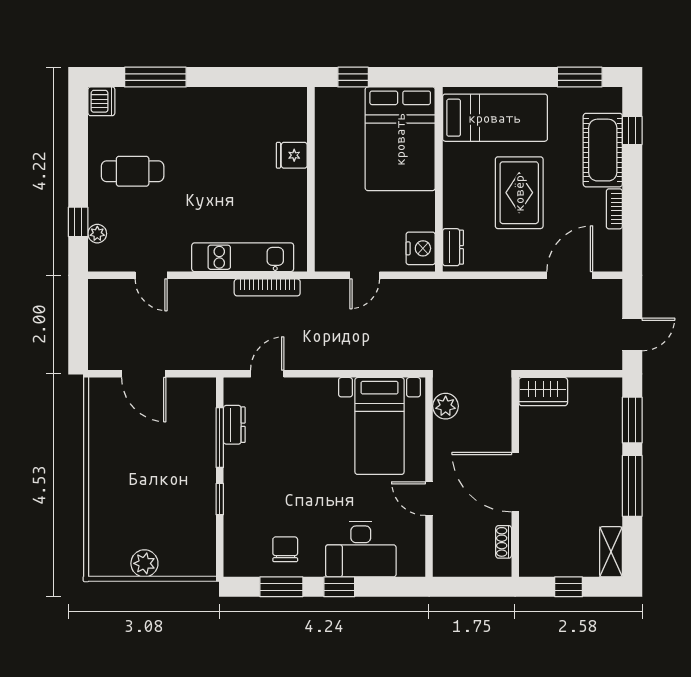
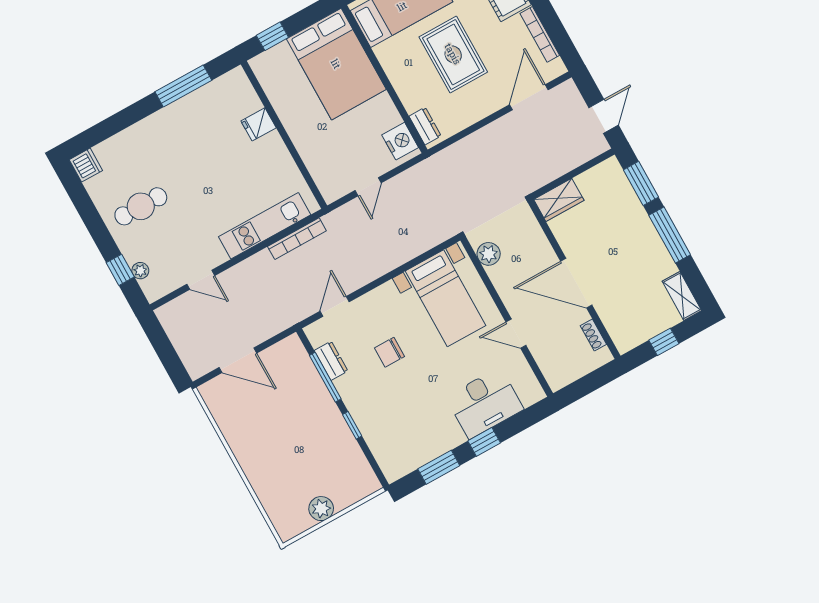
window: (155, 77) -> (183, 86), moved
bookcase: (614, 209) -> (540, 34), width x1.56
chair: (285, 549) -> (389, 352), moved, turned -90

